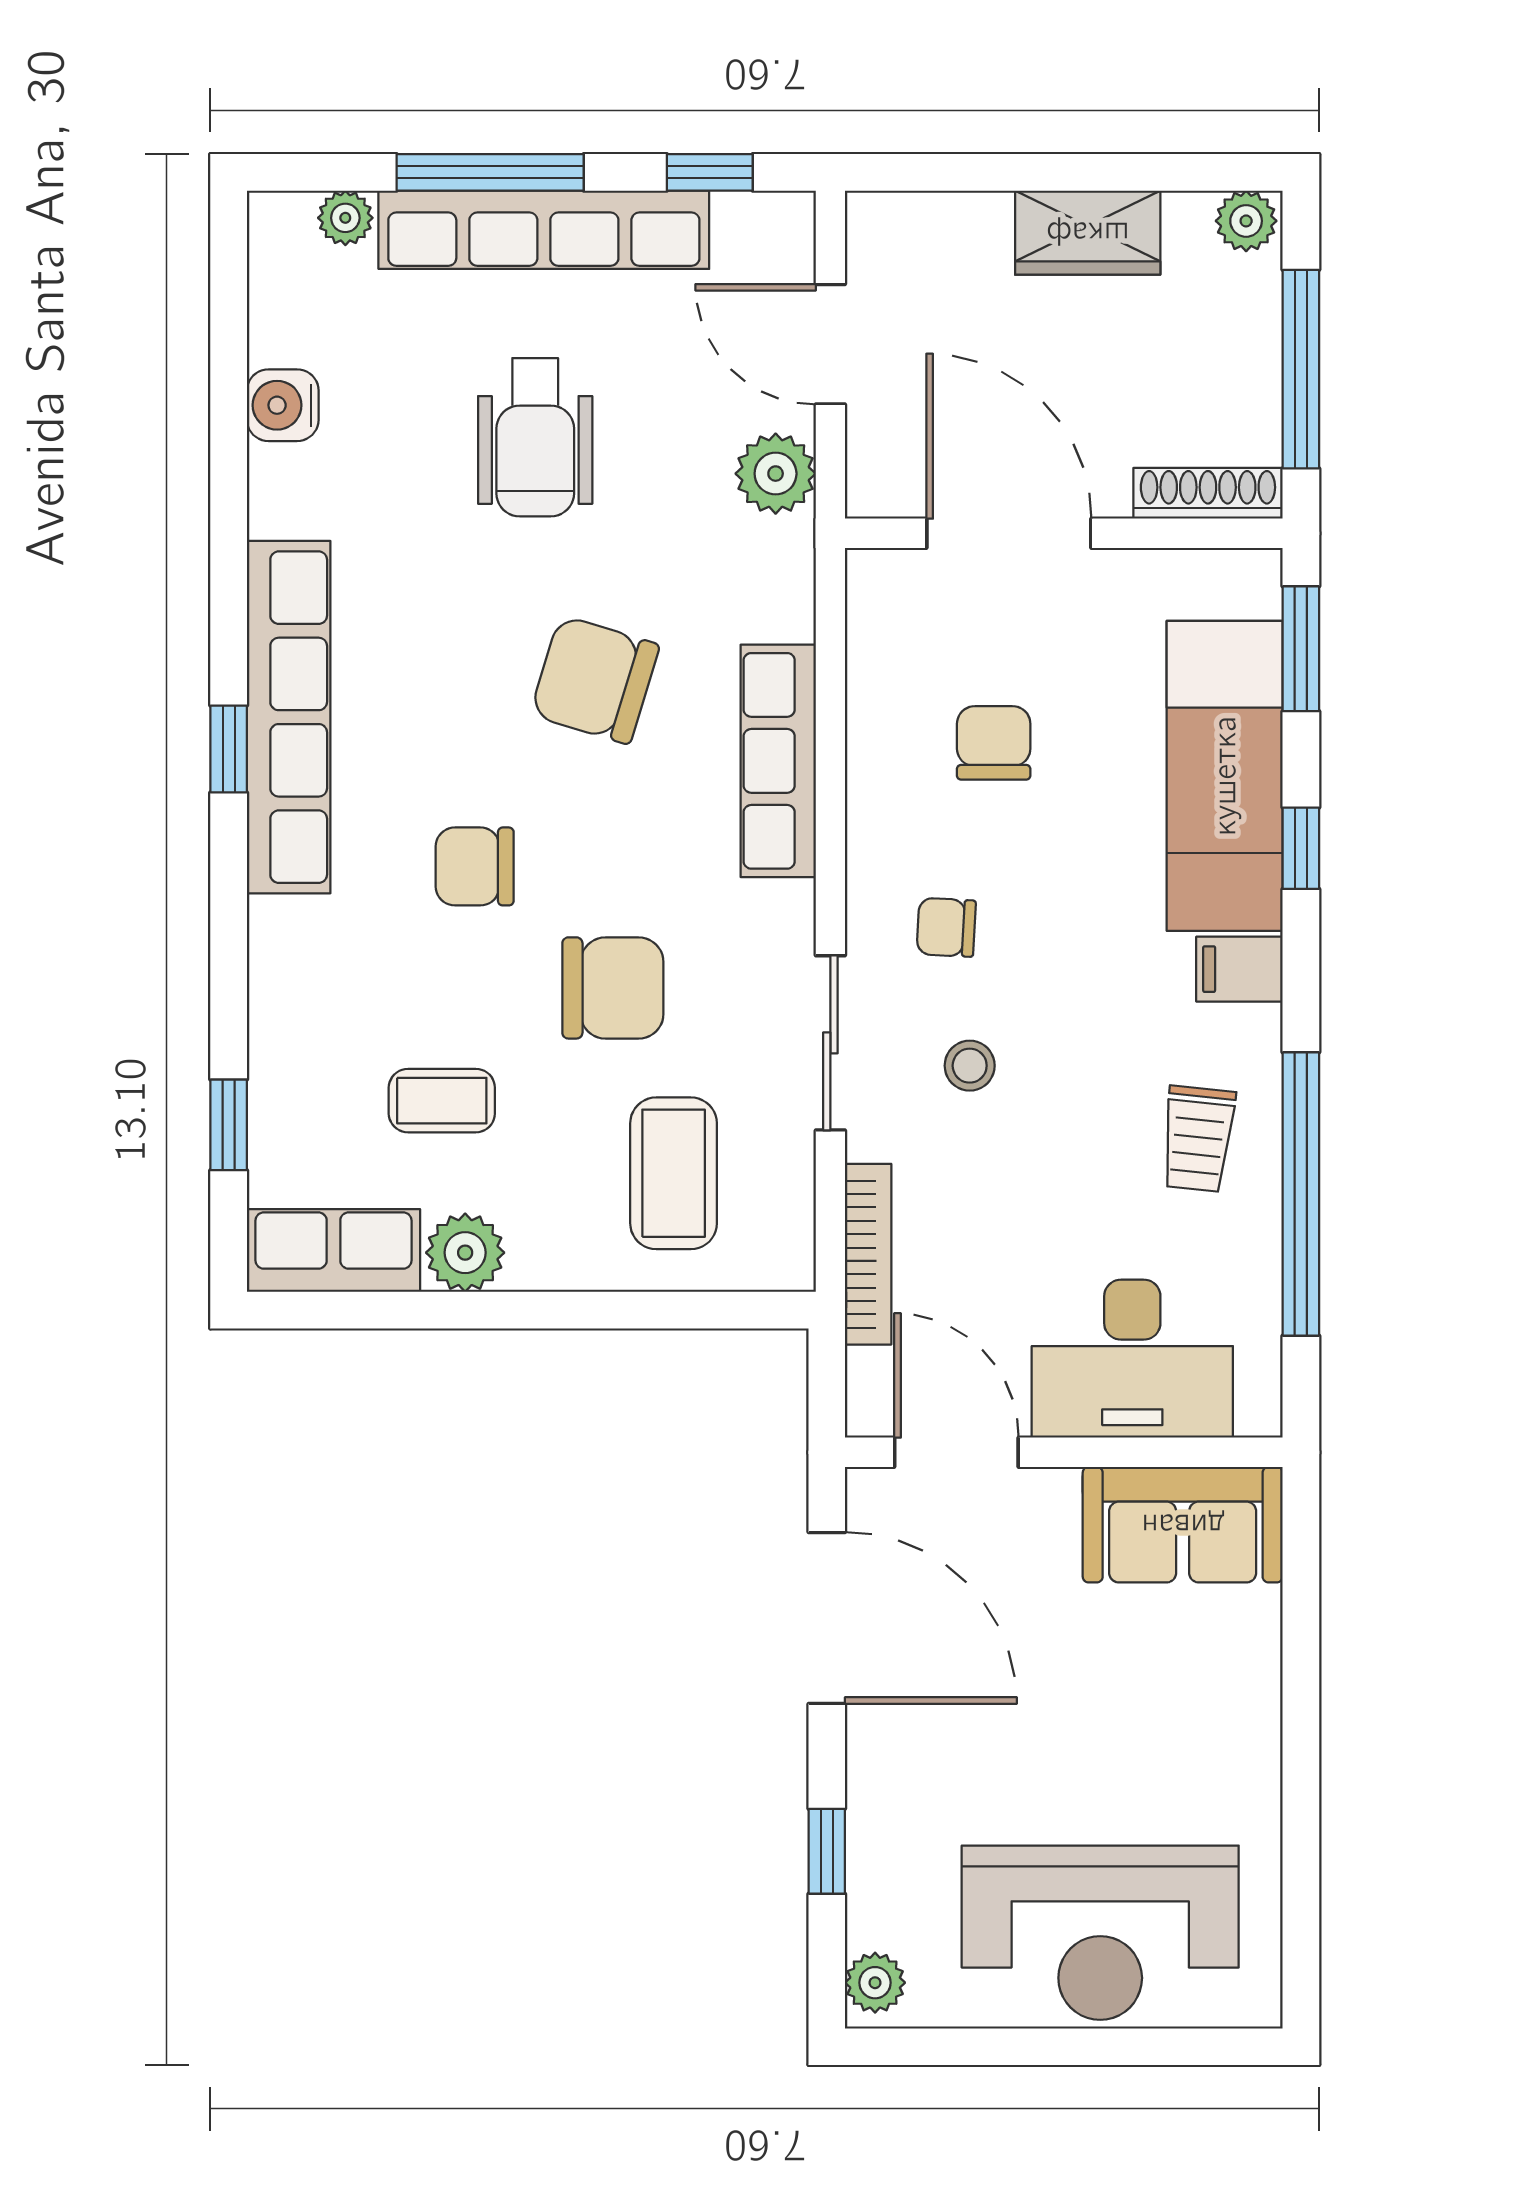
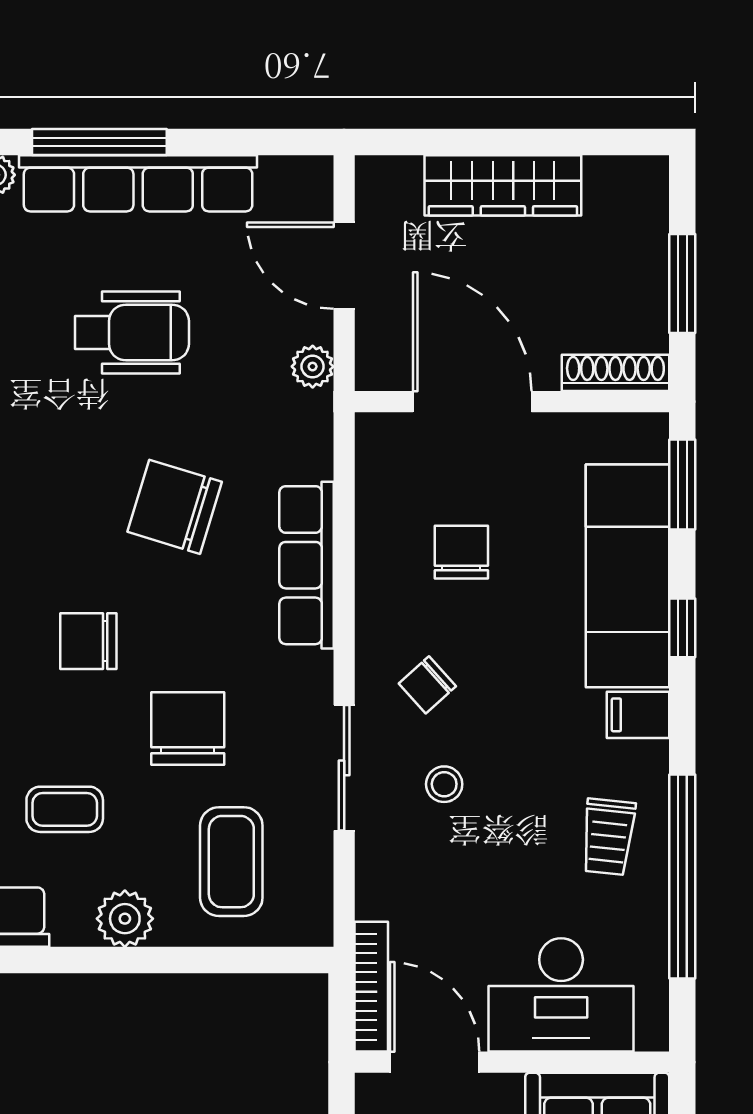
window: (710, 172) -> (257, 142), removed
plant: (1246, 221) -> (643, 177), removed
wardrobe: (1088, 233) -> (503, 185), width x1.50
window: (1301, 369) -> (682, 284), width x0.69
wheelchair: (535, 437) -> (132, 333), turned -90
plant: (776, 474) -> (313, 367), width x0.73, depth x0.73
chair: (946, 927) -> (427, 685), turned -45
chair: (613, 988) -> (188, 728), turned -90
plant: (465, 1253) -> (125, 919), moved
bookcase: (868, 1254) -> (371, 987), moved

